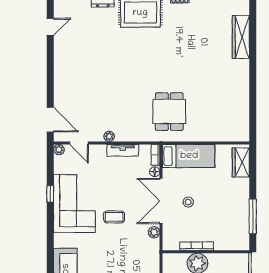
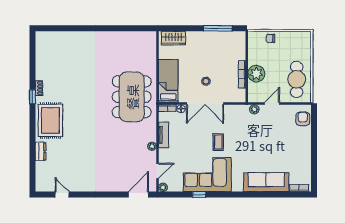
wardrobe: (241, 37) -> (70, 38), removed
dining table: (169, 112) -> (132, 97), width x1.88, depth x1.24
plant: (154, 232) -> (254, 109), moved

